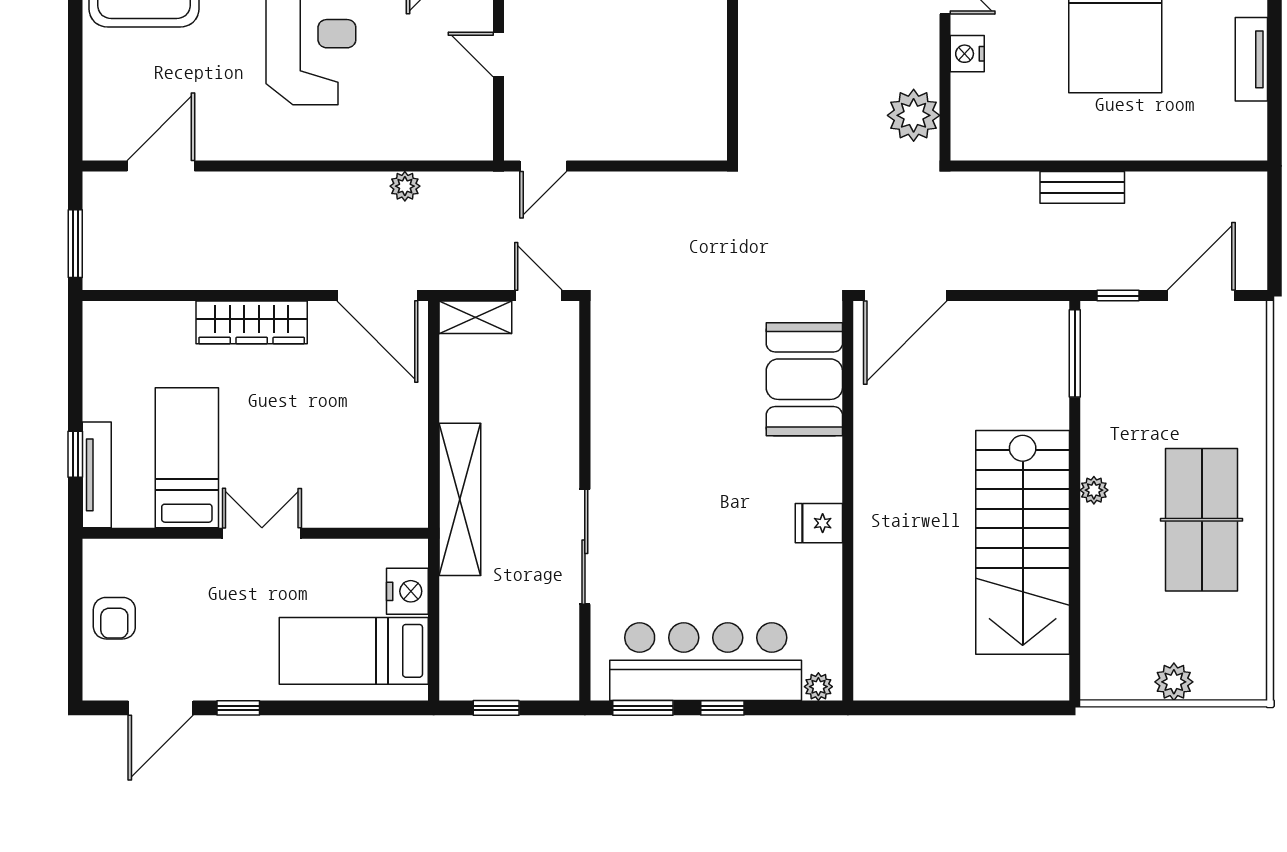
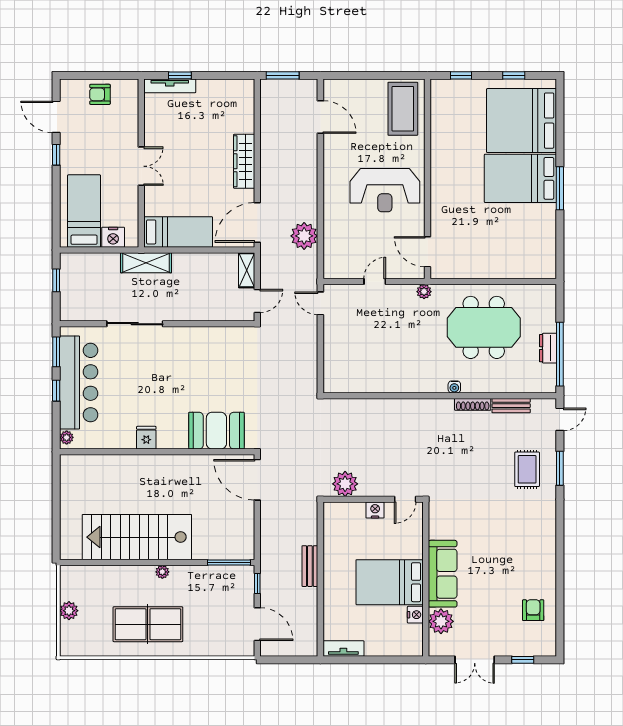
tv unit: (1251, 59) -> (343, 648), moved
plant: (405, 186) -> (304, 236), width x1.87, depth x1.87
bed: (187, 458) -> (178, 232), moved
shelving: (460, 499) -> (146, 263), width x0.68

